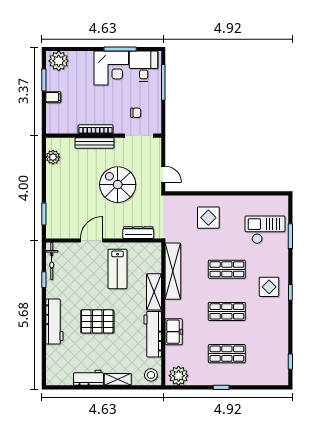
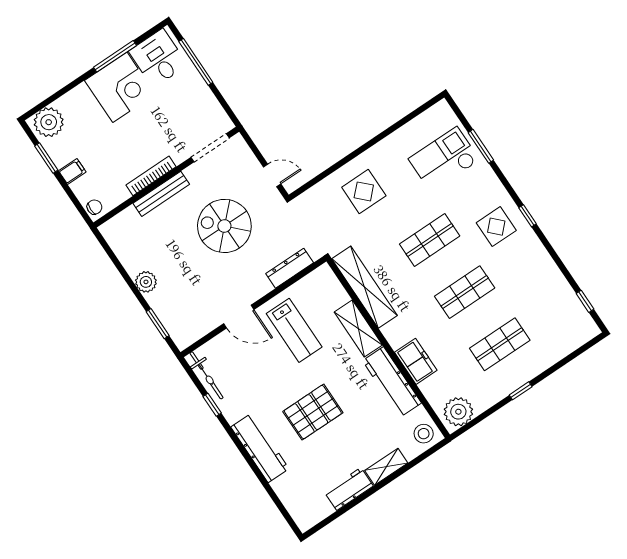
chair: (136, 113) -> (94, 207), moved
plant: (53, 157) -> (146, 282), moved
door: (92, 241) -> (239, 317), swing flipped

